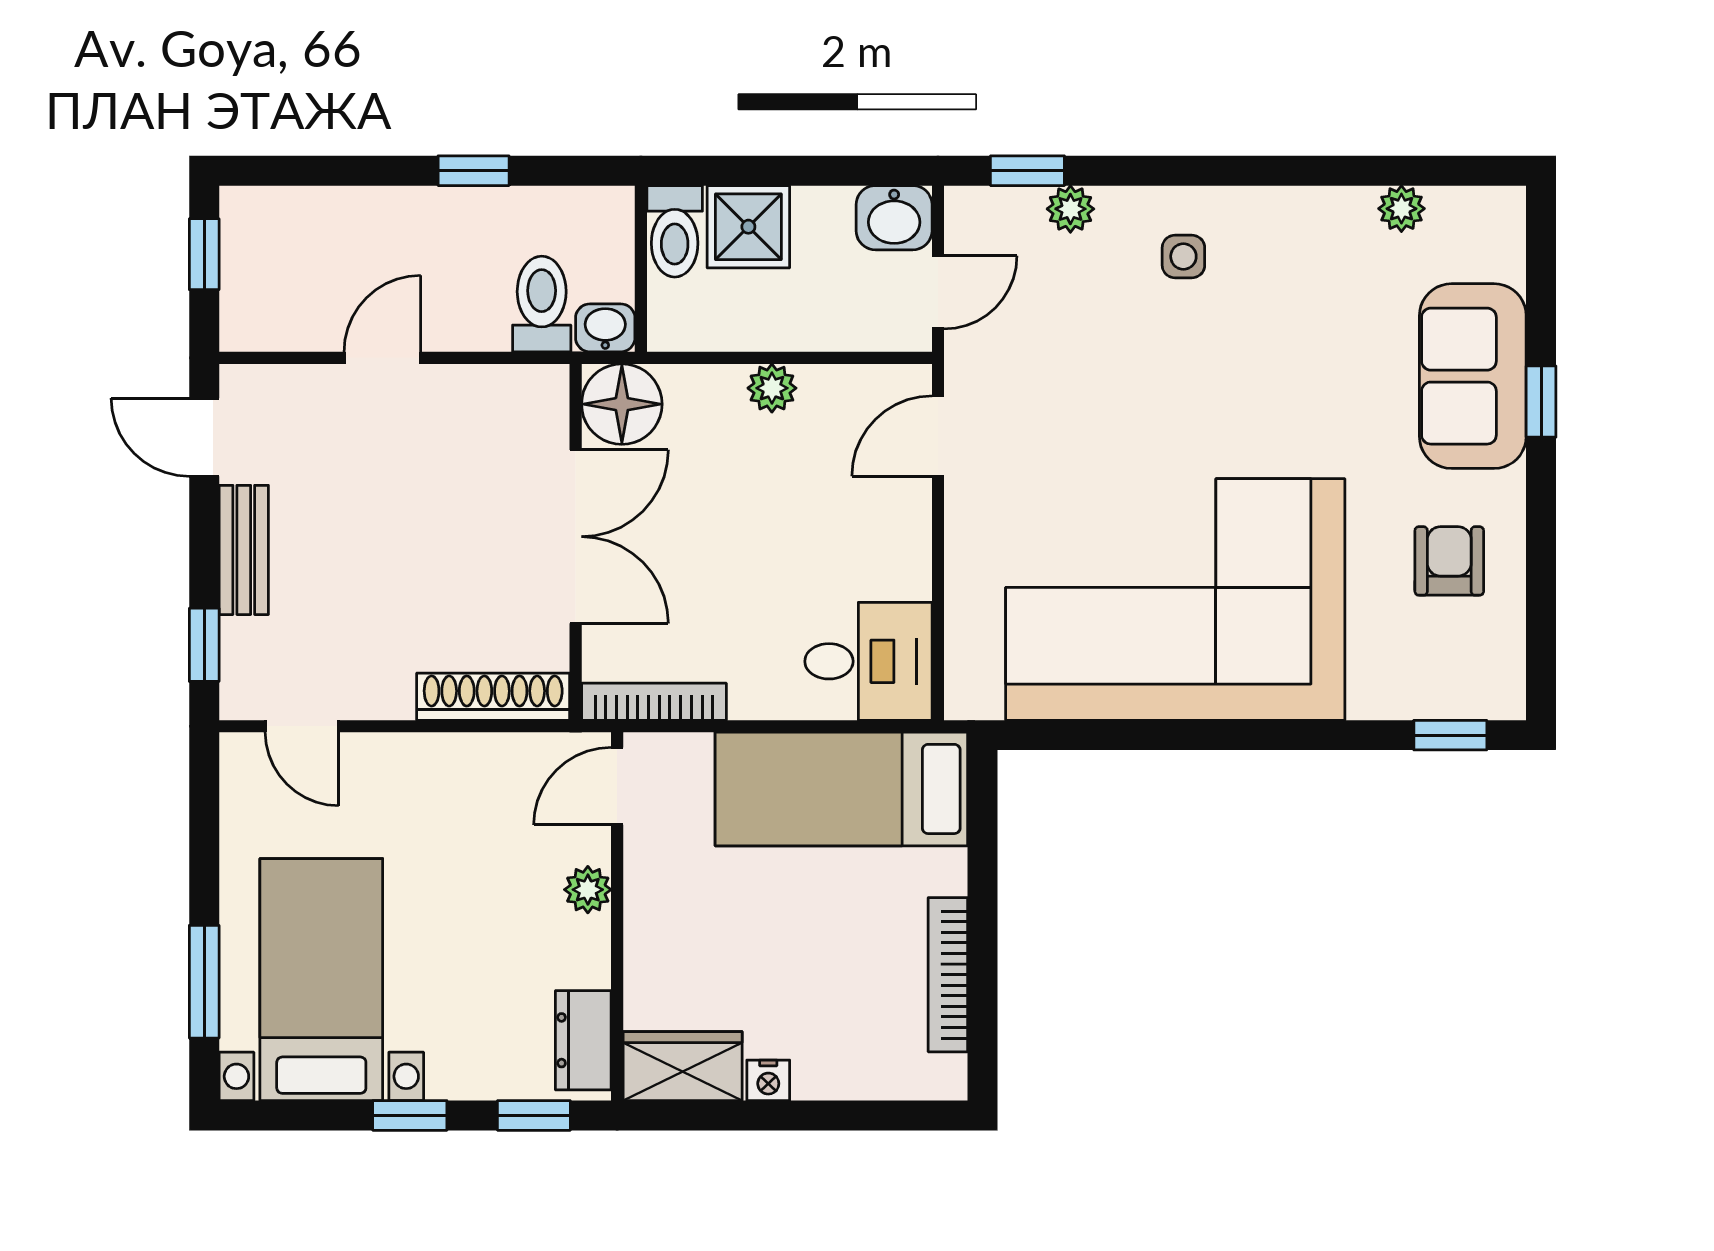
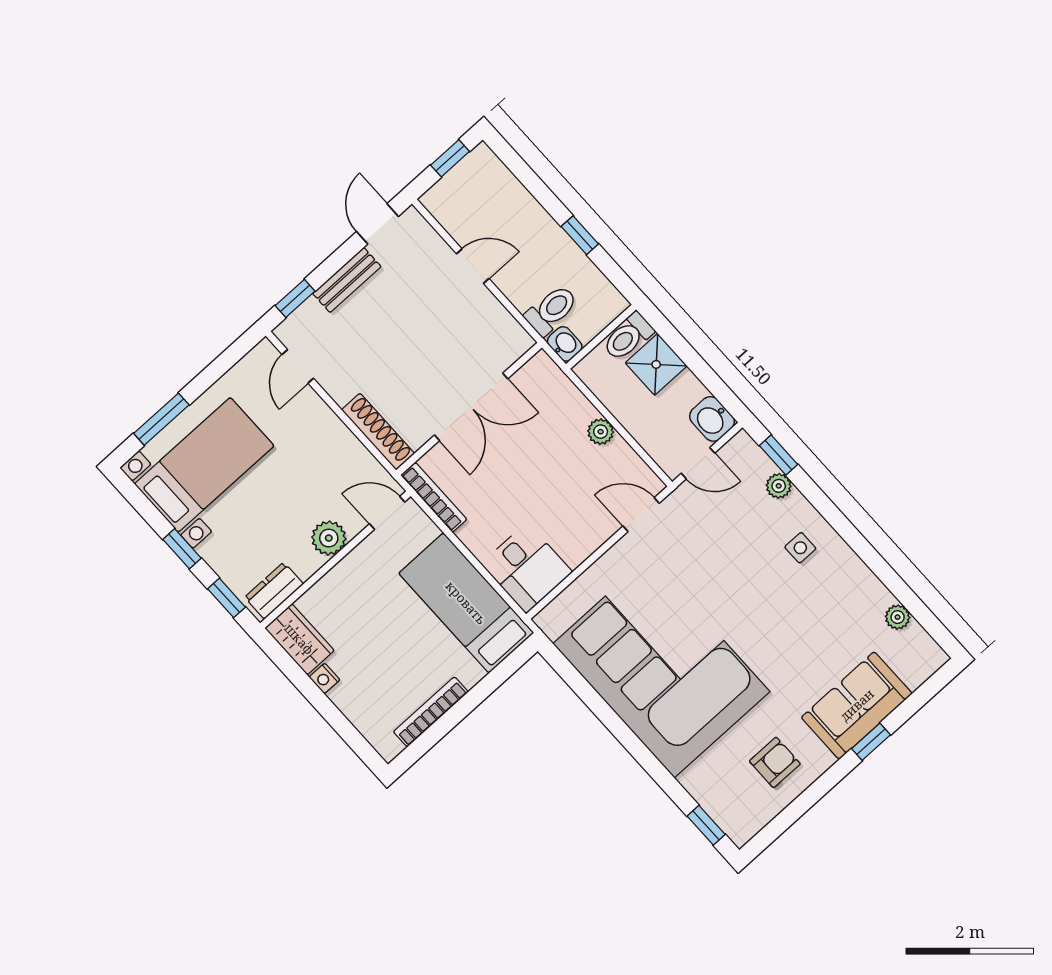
floor lamp: (622, 404) -> (540, 378), removed
plant: (588, 890) -> (329, 538), width x1.38, depth x1.38

